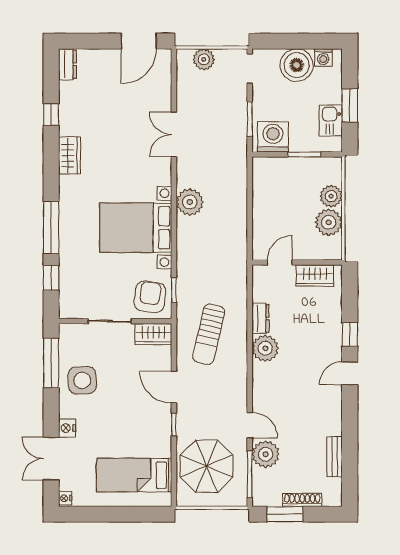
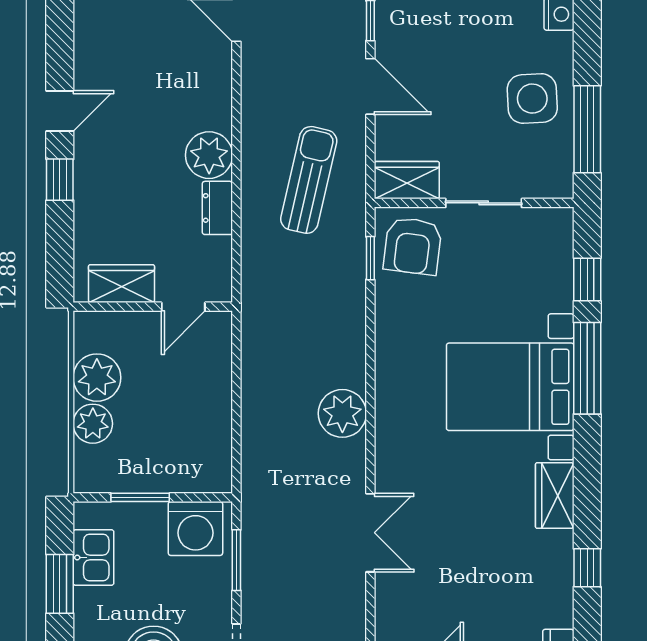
bed with nightstands: (136, 228) -> (510, 387), moved, turned 180

